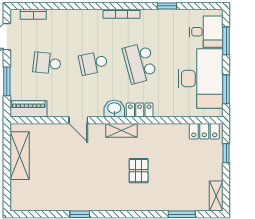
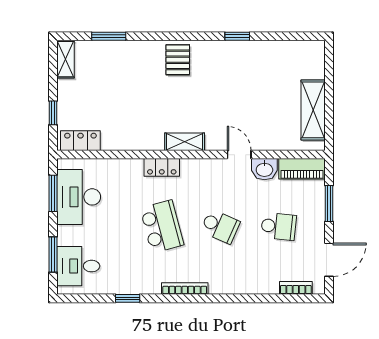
school desk: (93, 63) -> (220, 226), turned 36
desk: (200, 79) -> (79, 197), width x0.73, depth x0.77
washbasin: (114, 109) -> (264, 169), moved
pallet: (139, 171) -> (178, 60), moved

